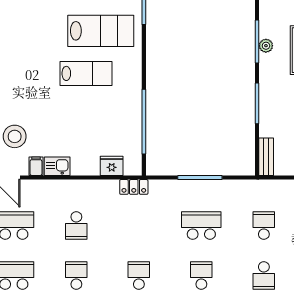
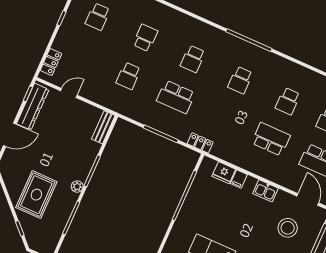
plant: (266, 46) -> (77, 187), moved
filing cabinet: (36, 166) -> (239, 179), moved
locker: (134, 187) -> (200, 143), moved
school desk: (76, 226) -> (271, 139), width x1.85

